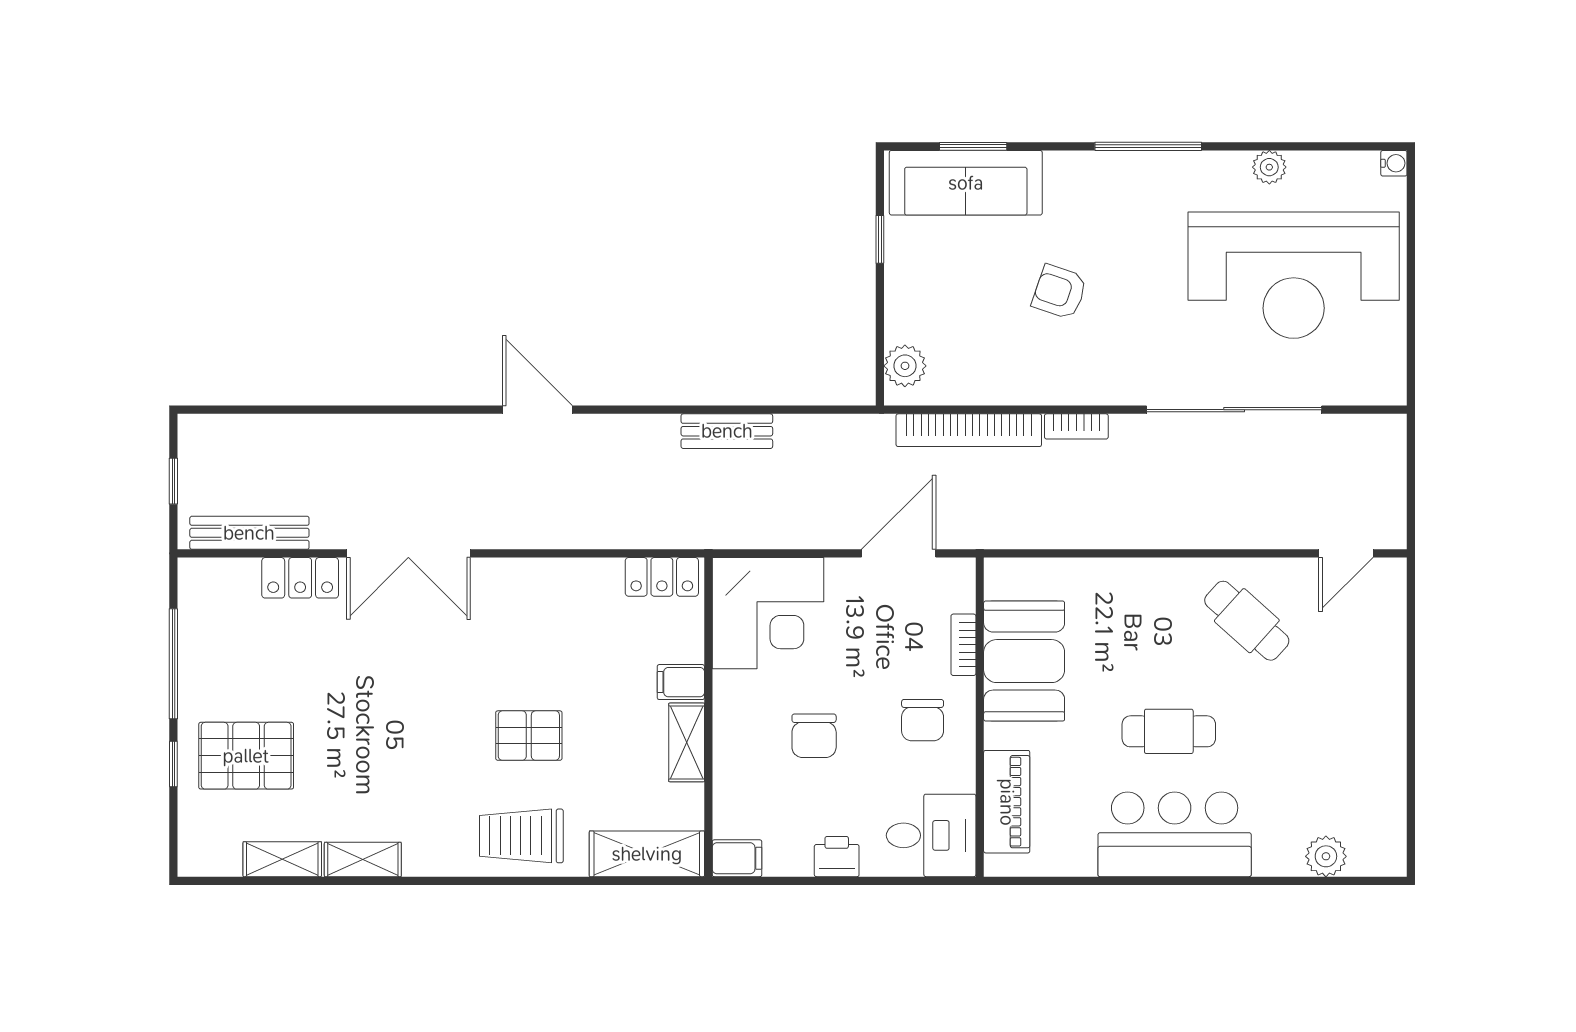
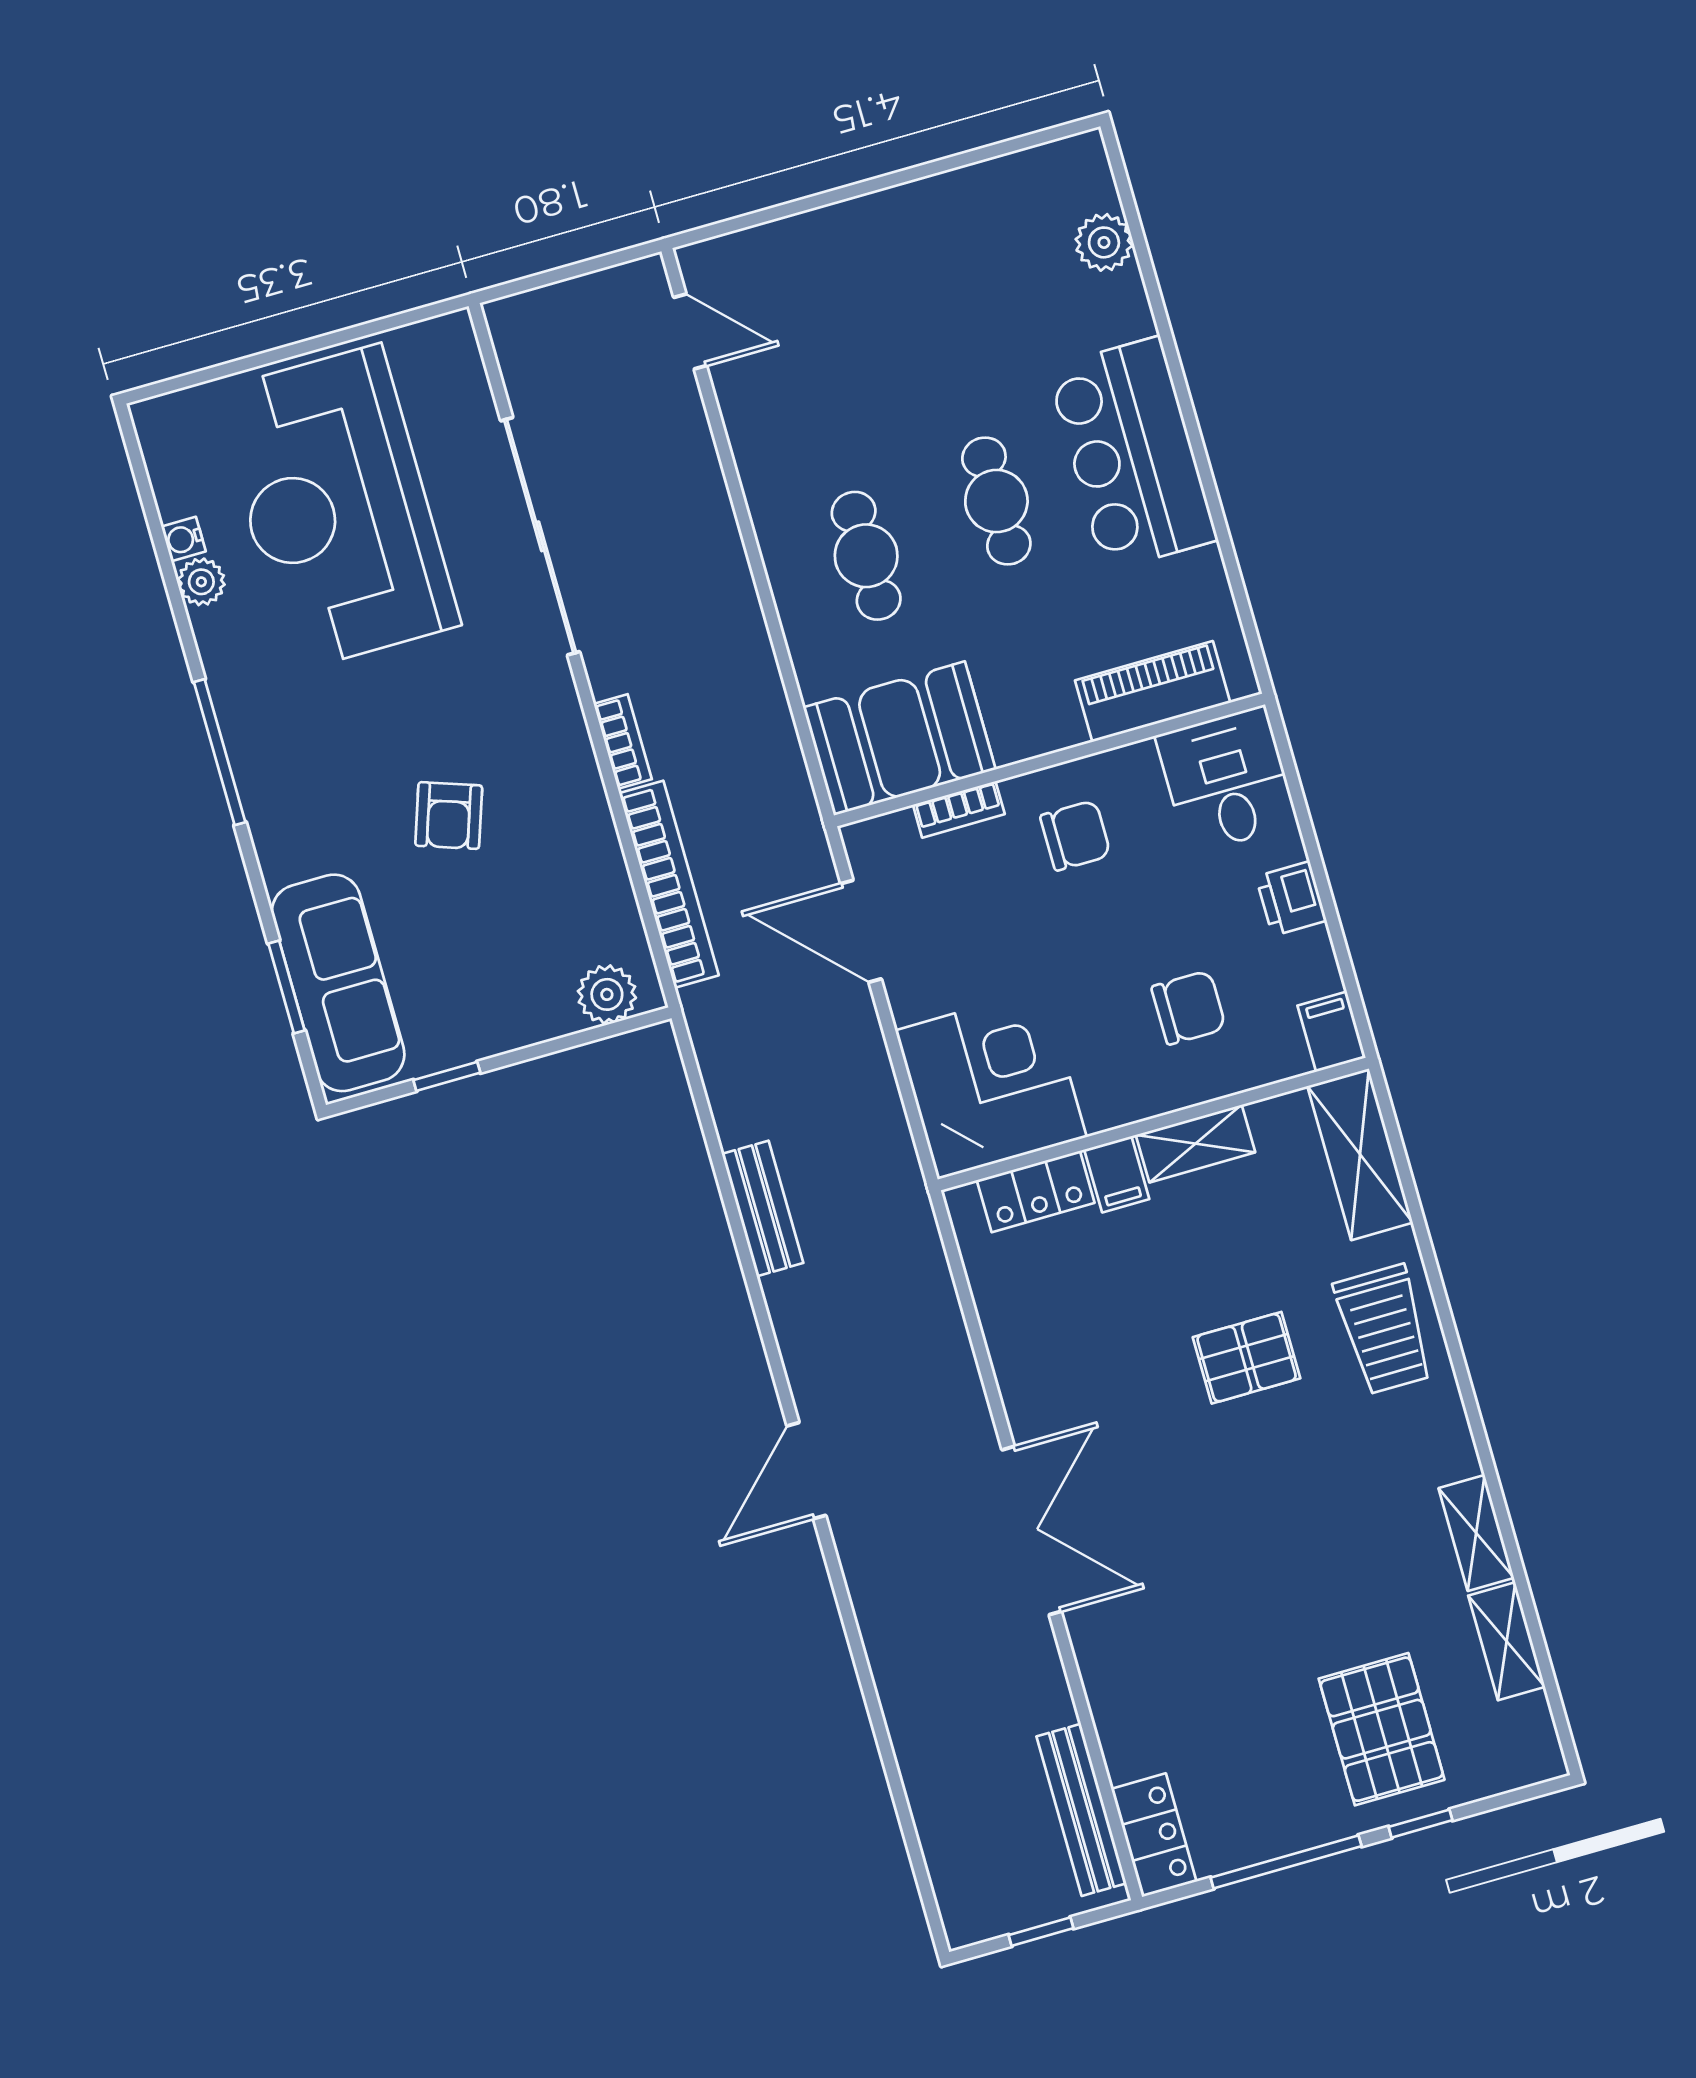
water cooler: (1394, 163) -> (183, 539), moved, turned -90
reception desk: (1294, 275) -> (337, 508), turned 180
double door: (408, 553) -> (1032, 1531), moved
locker: (662, 577) -> (1036, 1191), moved, turned 90
locker: (300, 578) -> (1154, 1835), moved
cafe table: (1247, 621) -> (866, 556), moved, turned -42
booth: (1024, 661) -> (900, 738), moved
pallet: (529, 736) -> (1247, 1358), turned 90
chair: (814, 736) -> (1189, 1008), moved

